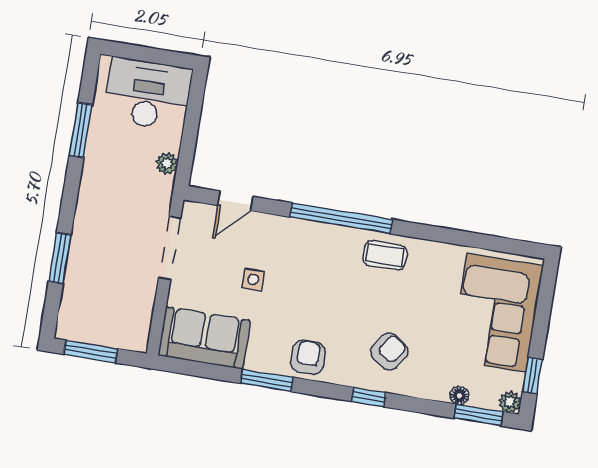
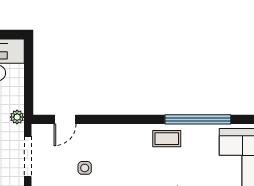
plant: (167, 163) -> (17, 117), moved
window: (341, 218) -> (198, 119), moved

